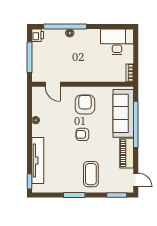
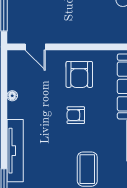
armchair: (85, 105) -> (79, 74), turned 180

